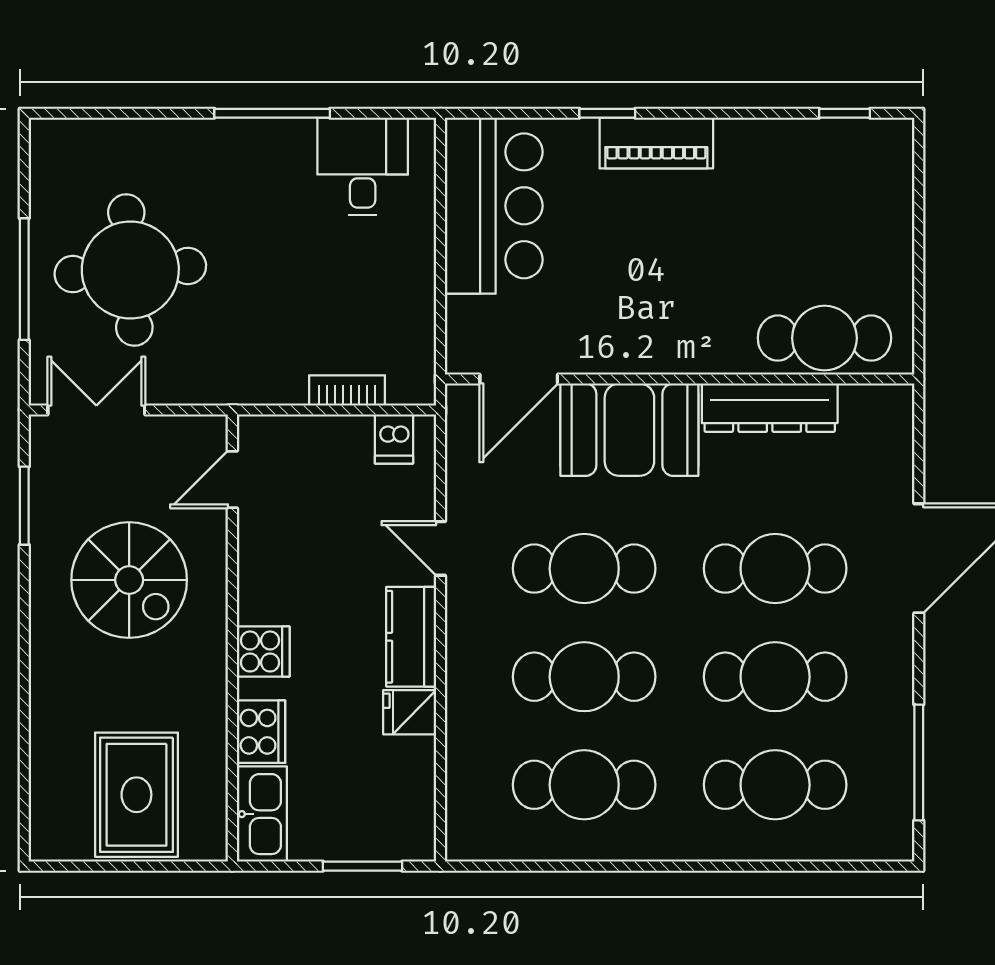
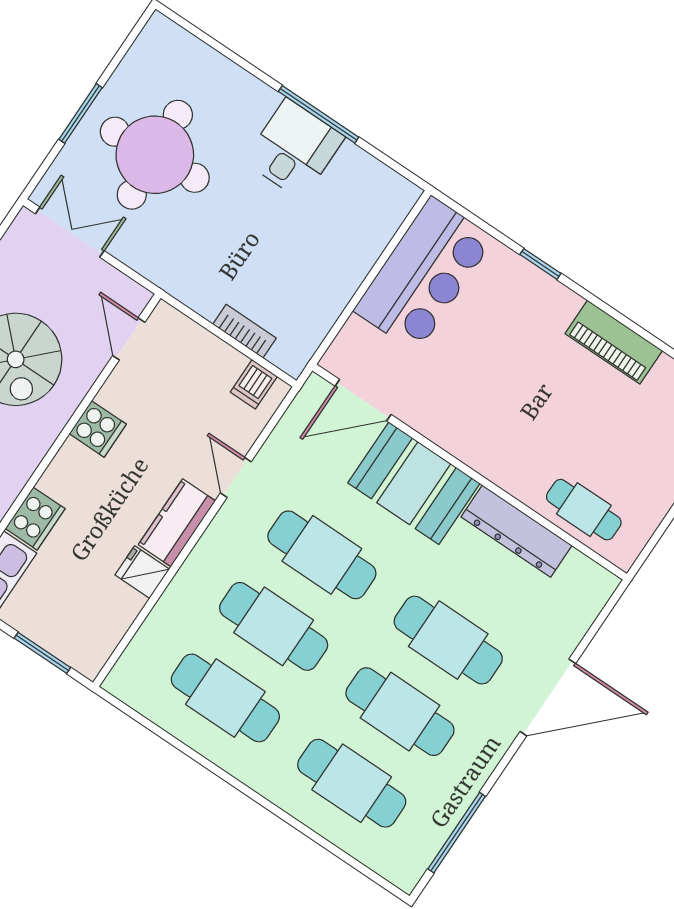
piano: (656, 143) -> (614, 342), moved
desk: (363, 167) -> (294, 149), moved
window: (24, 279) -> (80, 113), width x0.69
cafe table: (824, 338) -> (584, 510), width x0.73, depth x0.74
door: (232, 480) -> (129, 339), hinge flipped
cooker: (263, 651) -> (98, 429), moved

